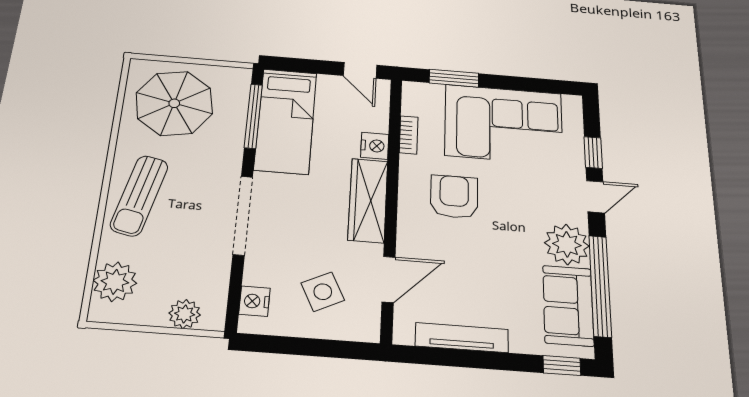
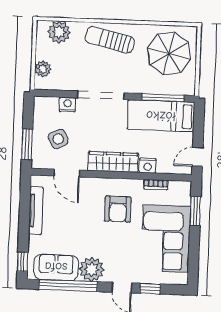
armchair: (454, 197) -> (118, 209), turned 90
nightstand: (254, 301) -> (67, 105), moved
window: (332, 349) -> (27, 144), added

